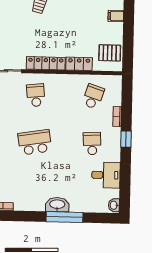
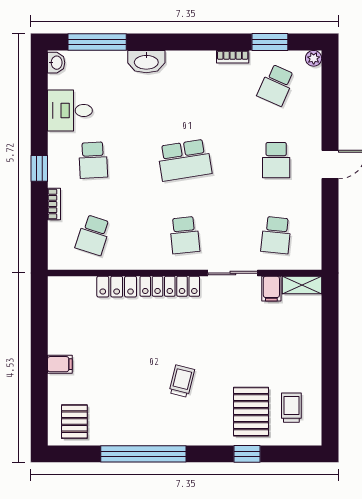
pallet: (110, 53) -> (68, 305), removed
window: (65, 217) -> (97, 42), moved

